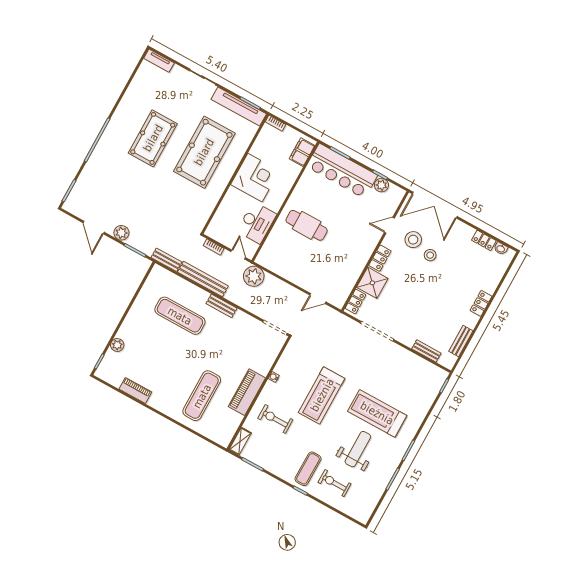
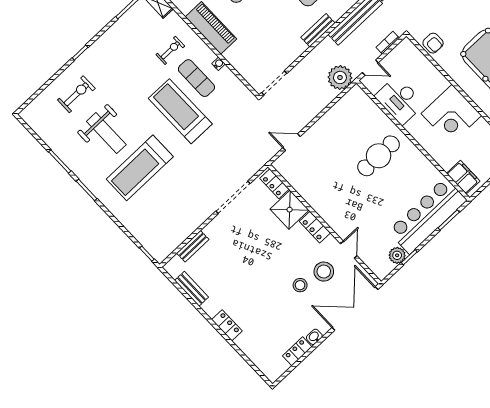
armchair: (202, 211) -> (433, 43), added
washbasin: (501, 249) -> (314, 337), moved
door: (318, 298) -> (292, 142), hinge flipped
treadmill: (377, 413) -> (140, 168), turned 180
exercise bike: (275, 419) -> (170, 50), width x0.73, depth x0.72
exercise mat: (308, 469) -> (196, 78), moved

